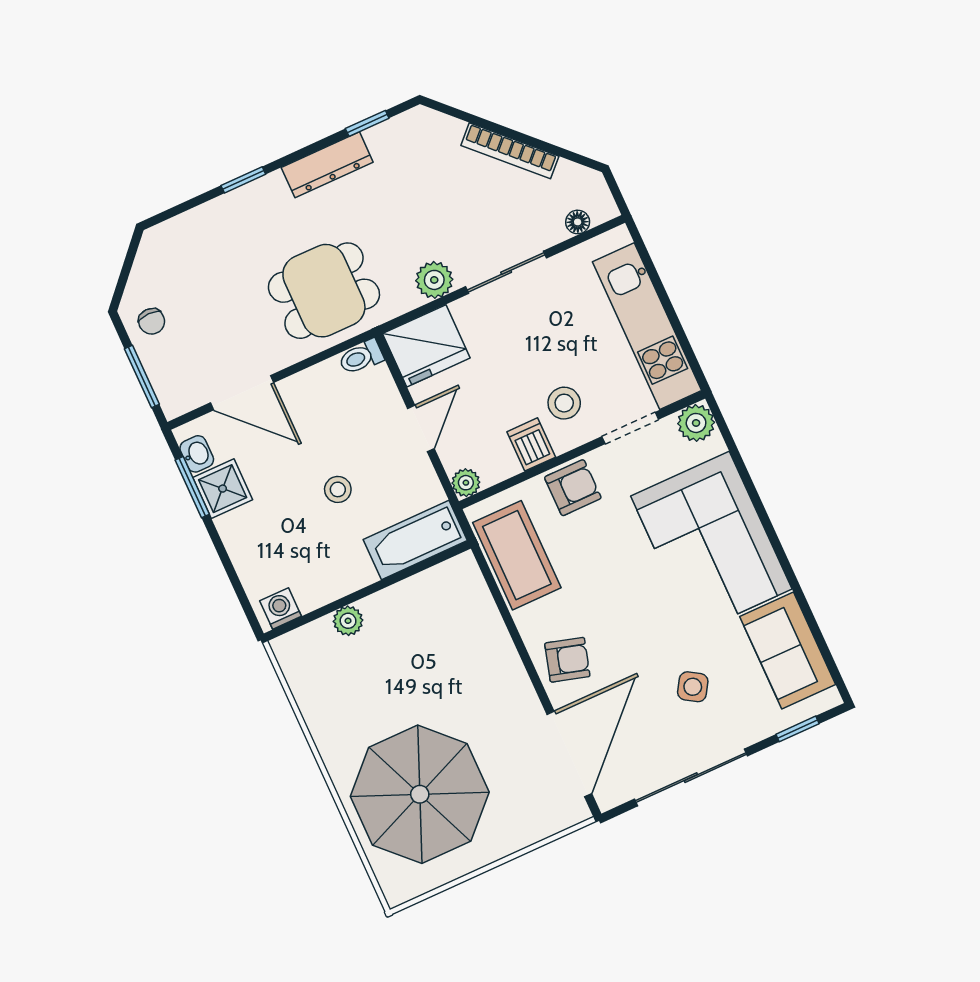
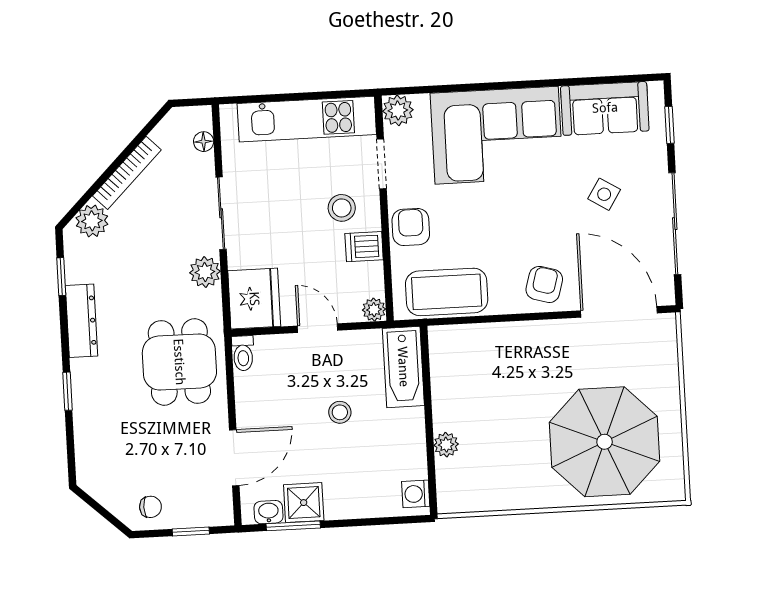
plant: (442, 133) -> (92, 221), added
window: (142, 377) -> (191, 531), width x0.67

